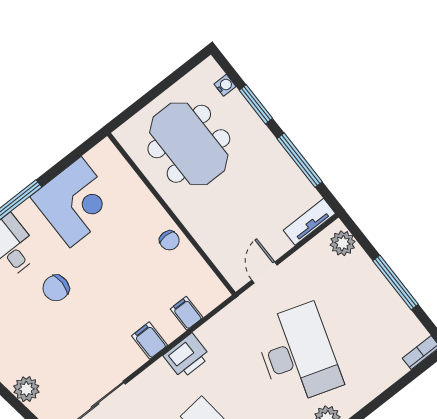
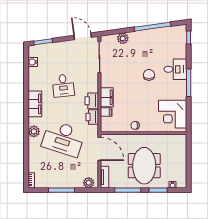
meeting table: (189, 144) -> (144, 166), moved, turned 90
corner desk: (76, 202) -> (173, 114), moved
door: (264, 273) -> (99, 149), width x1.87
printer: (216, 332) -> (92, 117), added
filing cabinet: (150, 341) -> (107, 97), width x2.00

